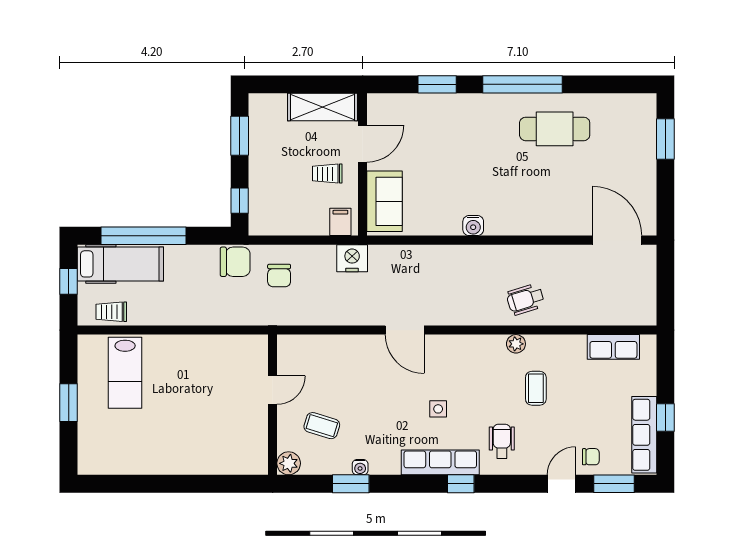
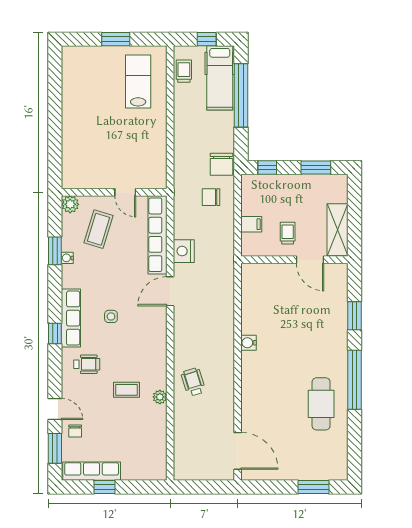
sofa: (385, 201) -> (267, 276), removed
filing cabinet: (340, 222) -> (251, 224), moved
door: (617, 240) -> (238, 451), hinge flipped
nightstand: (352, 258) -> (184, 251), moved, turned 180
plant: (516, 344) -> (160, 397), moved
row of seats: (613, 347) -> (158, 235), moved, width x2.02
lab bench: (125, 373) -> (138, 82), turned 90
coffee table: (322, 426) -> (98, 229), width x1.36, depth x1.30

